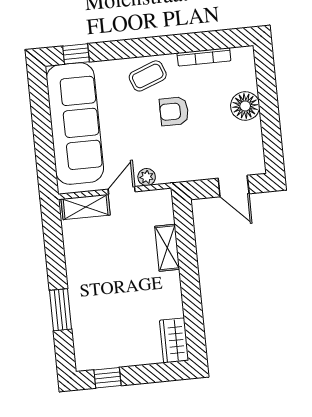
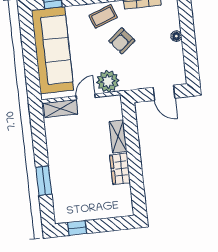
floor lamp: (245, 106) -> (176, 36), width x0.53, depth x0.53
armchair: (174, 111) -> (122, 41), turned -39
plant: (147, 177) -> (108, 81), width x1.88, depth x1.88
wardrobe: (174, 340) -> (120, 169), moved

